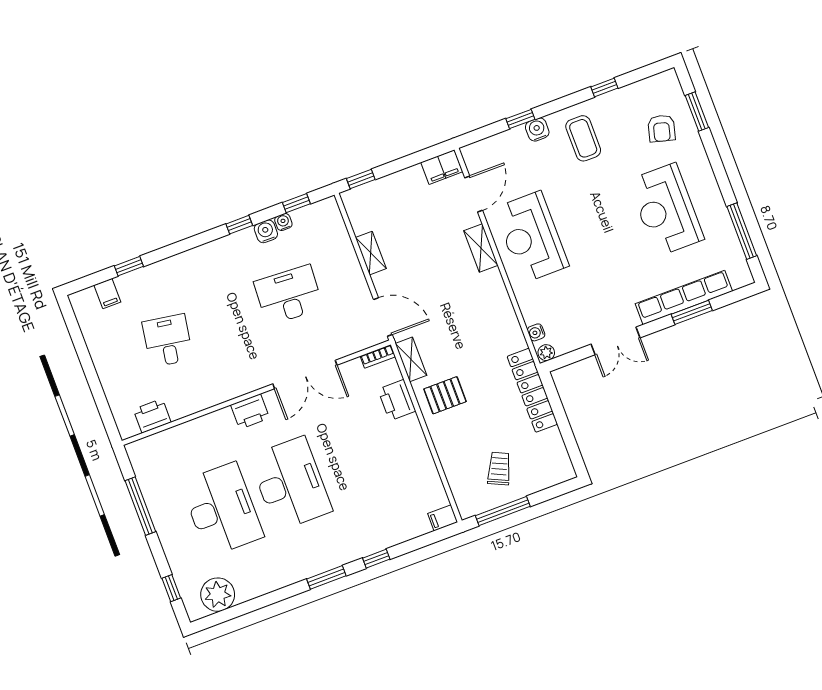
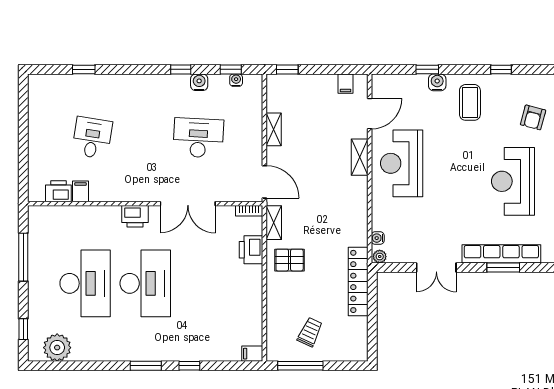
filing cabinet: (442, 167) -> (346, 84), width x0.50
water cooler: (283, 222) -> (236, 80), moved
filing cabinet: (107, 294) -> (80, 191), moved, turned 180

